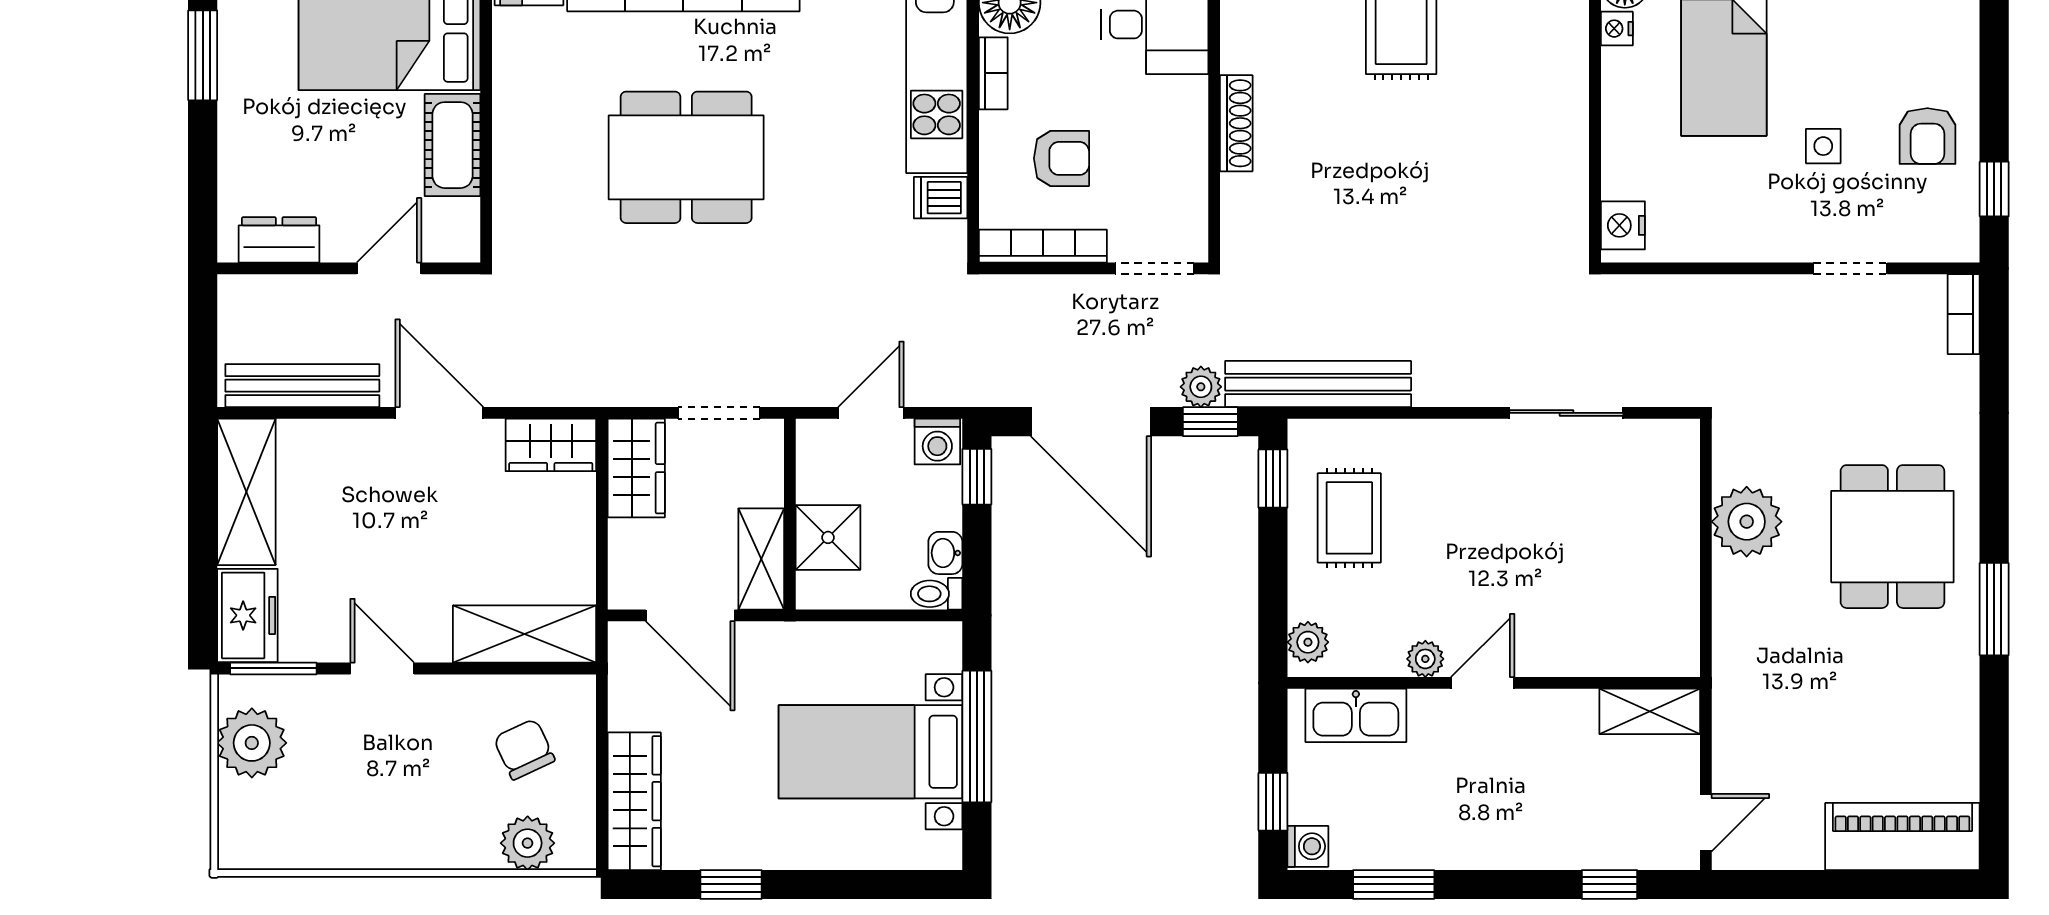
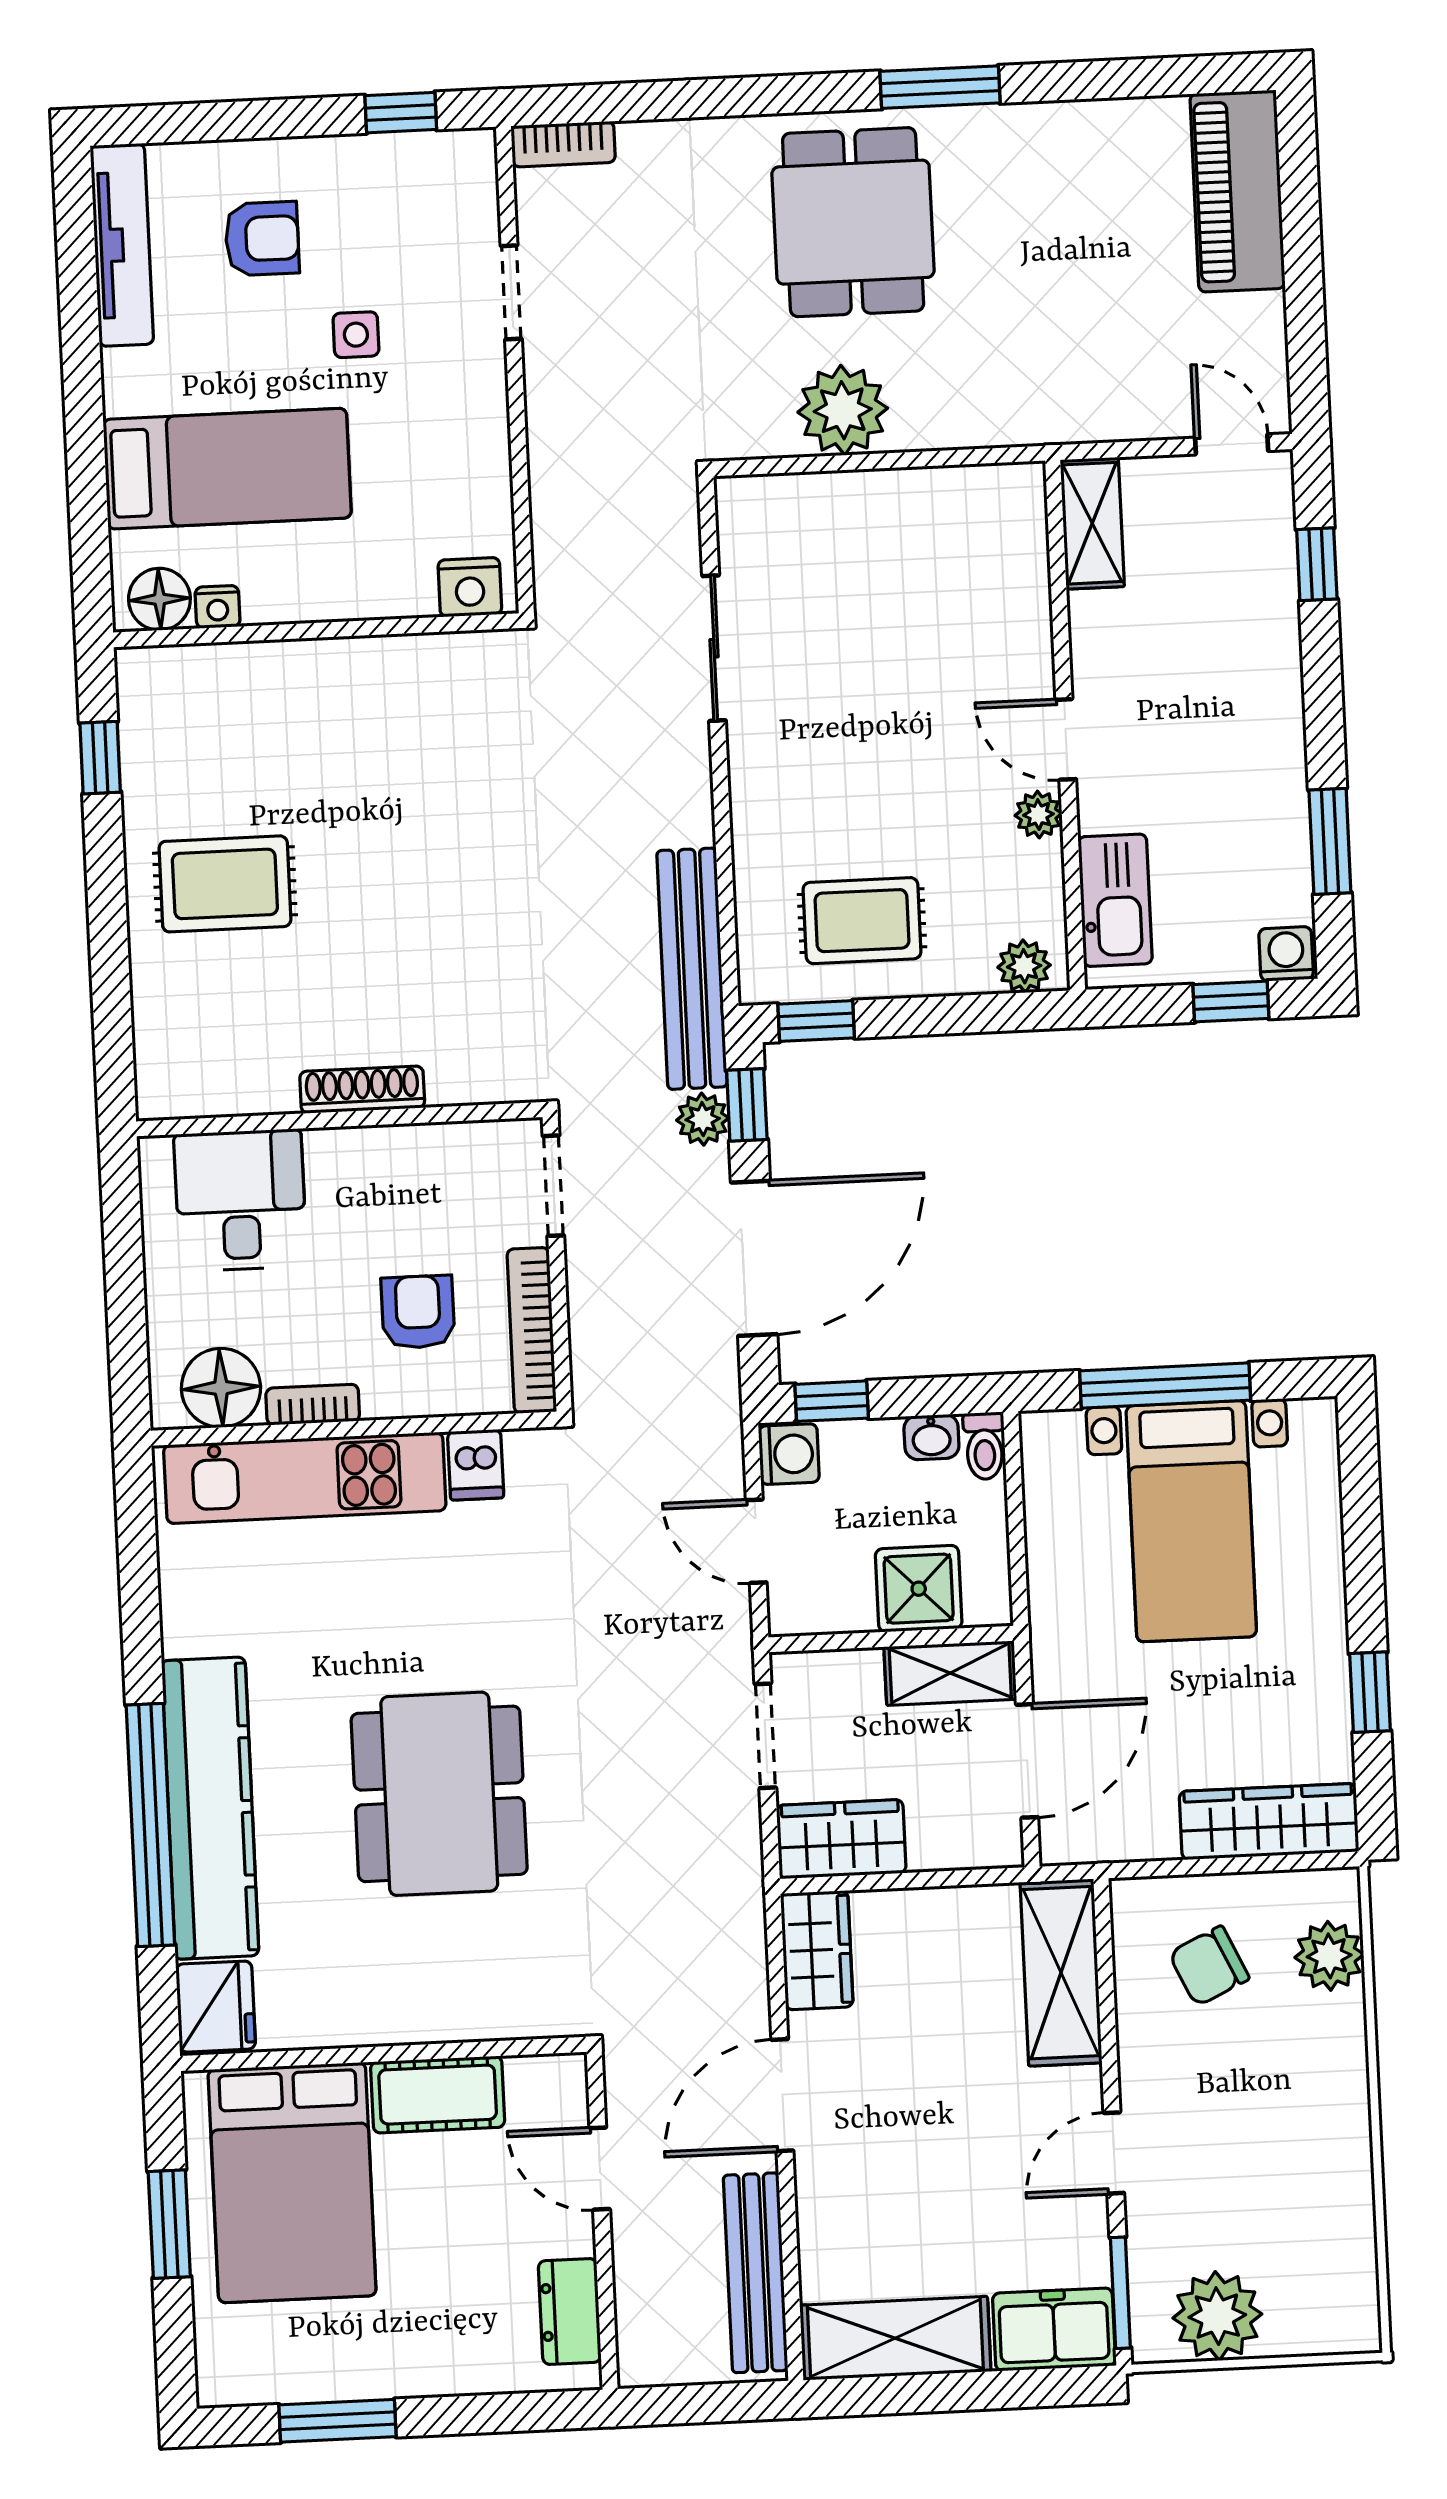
armchair: (1927, 136) -> (262, 239), moved
dining table: (1892, 537) -> (853, 222), turned 90

